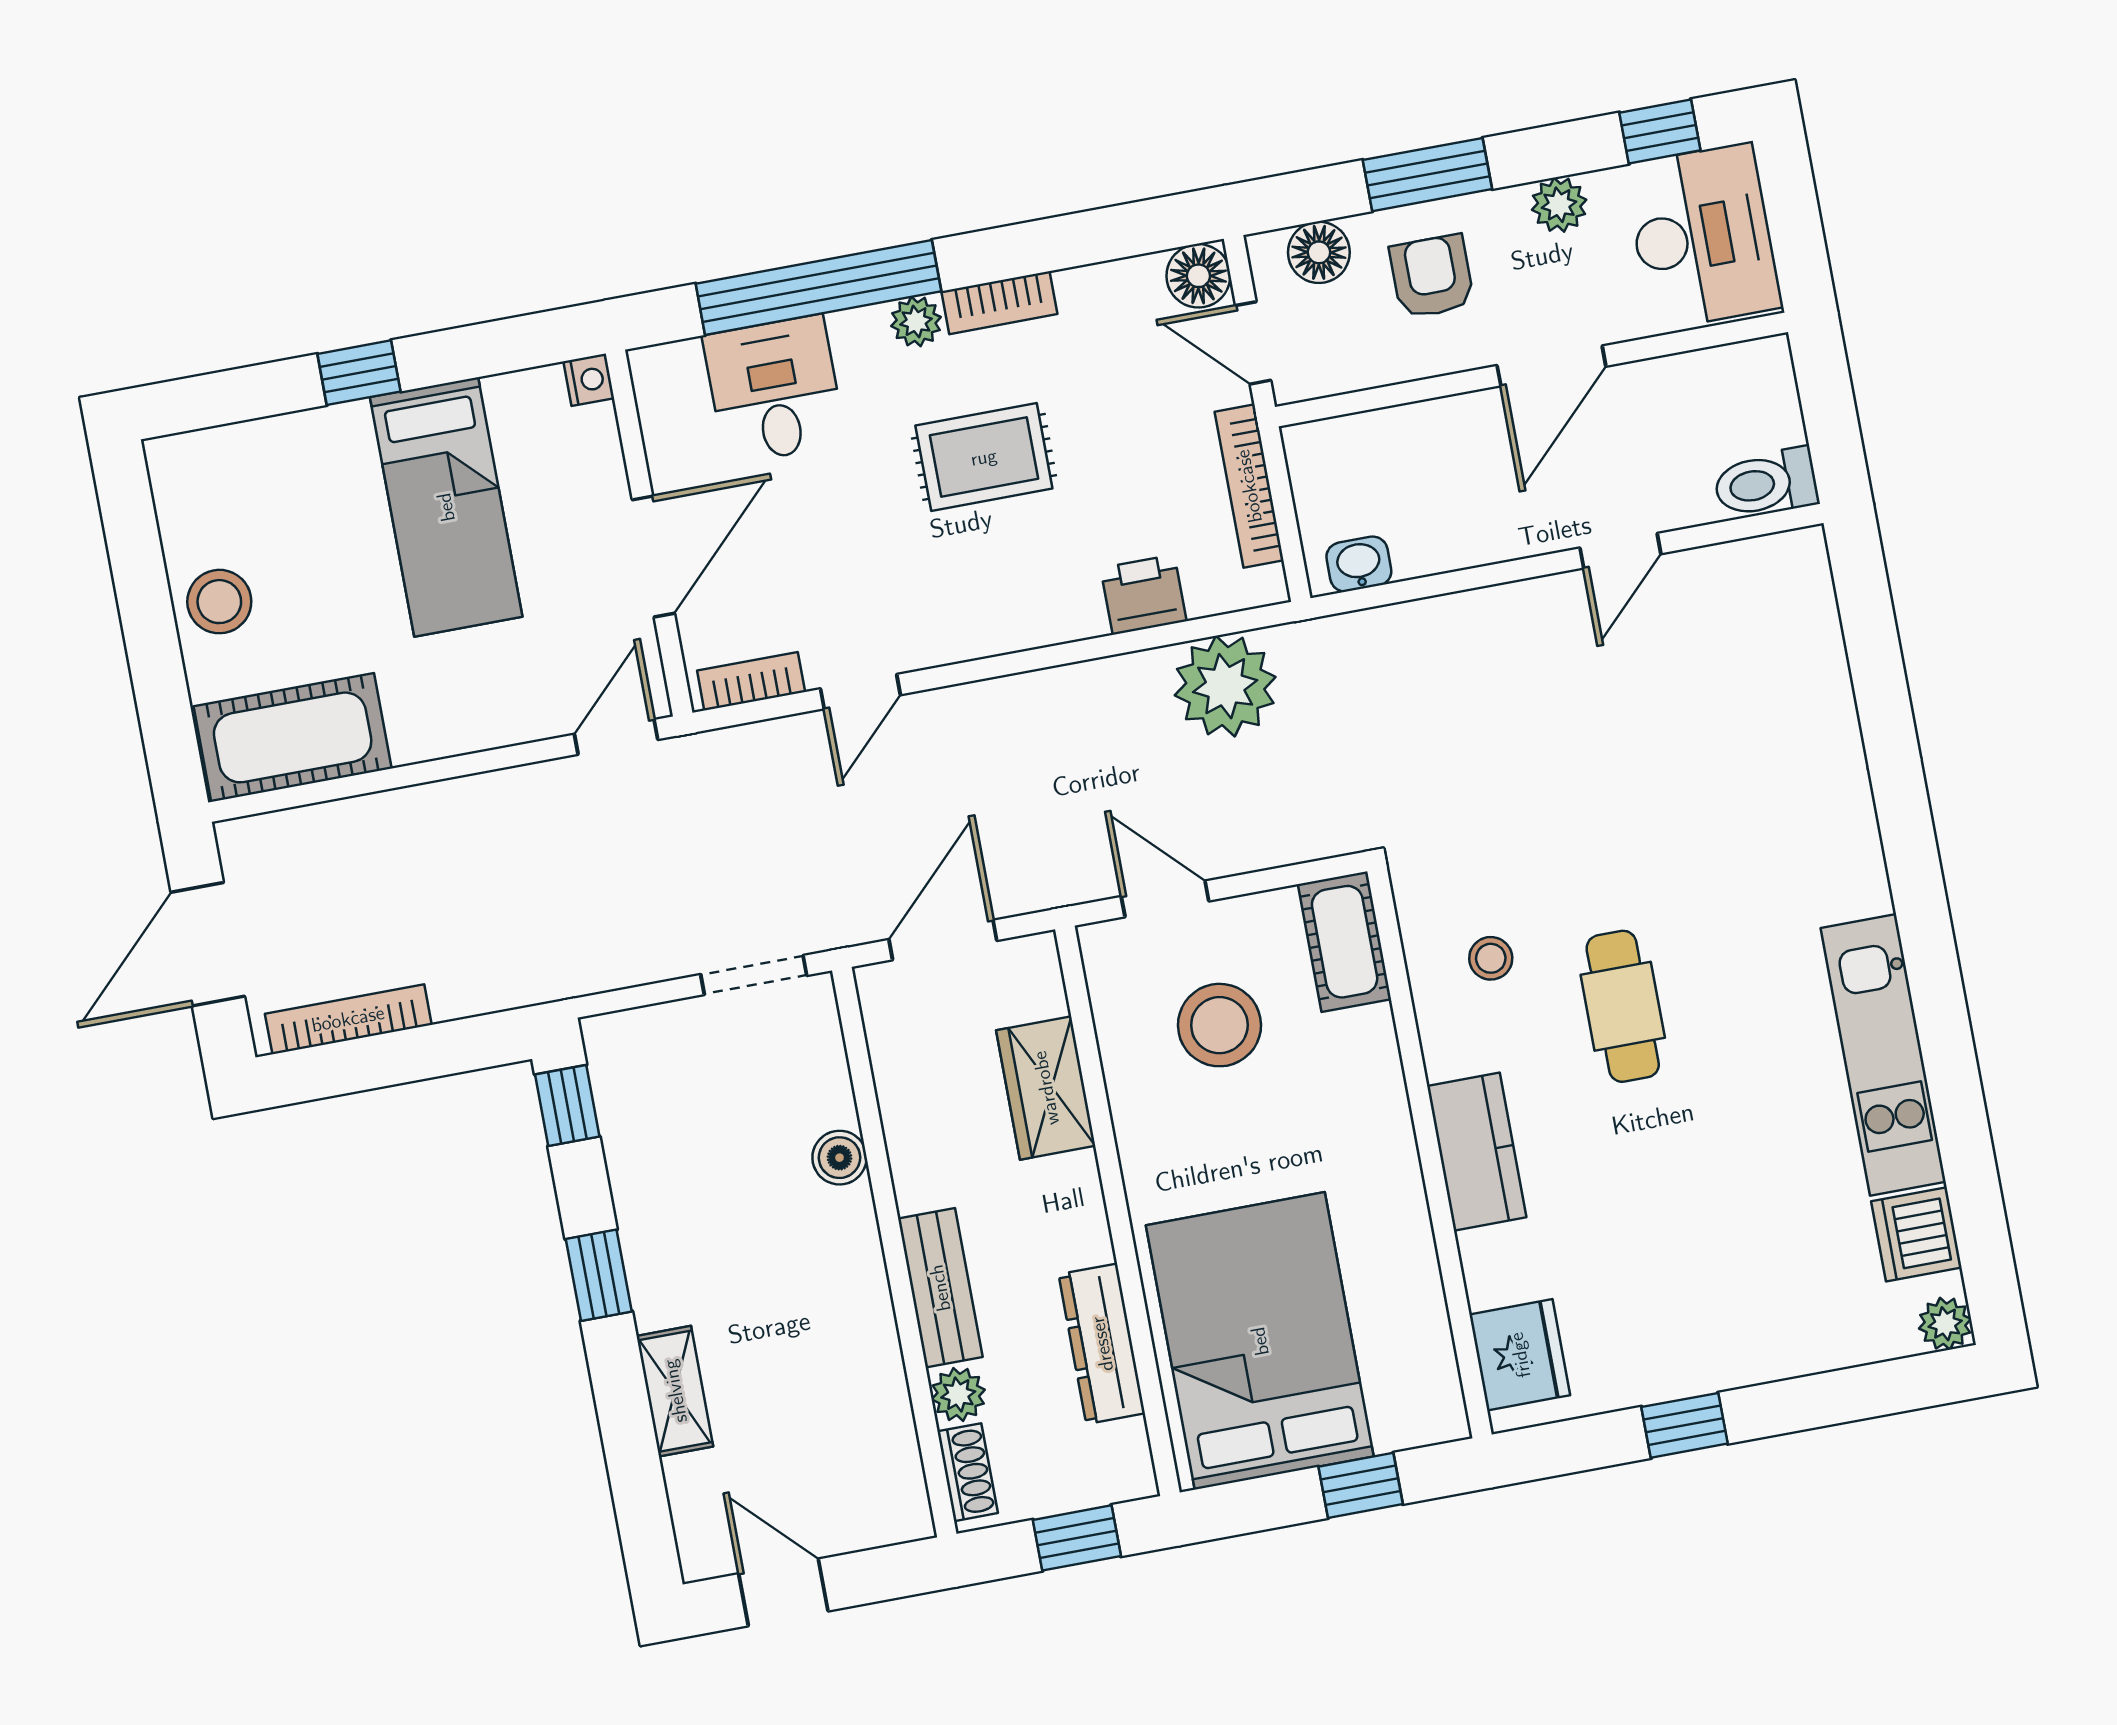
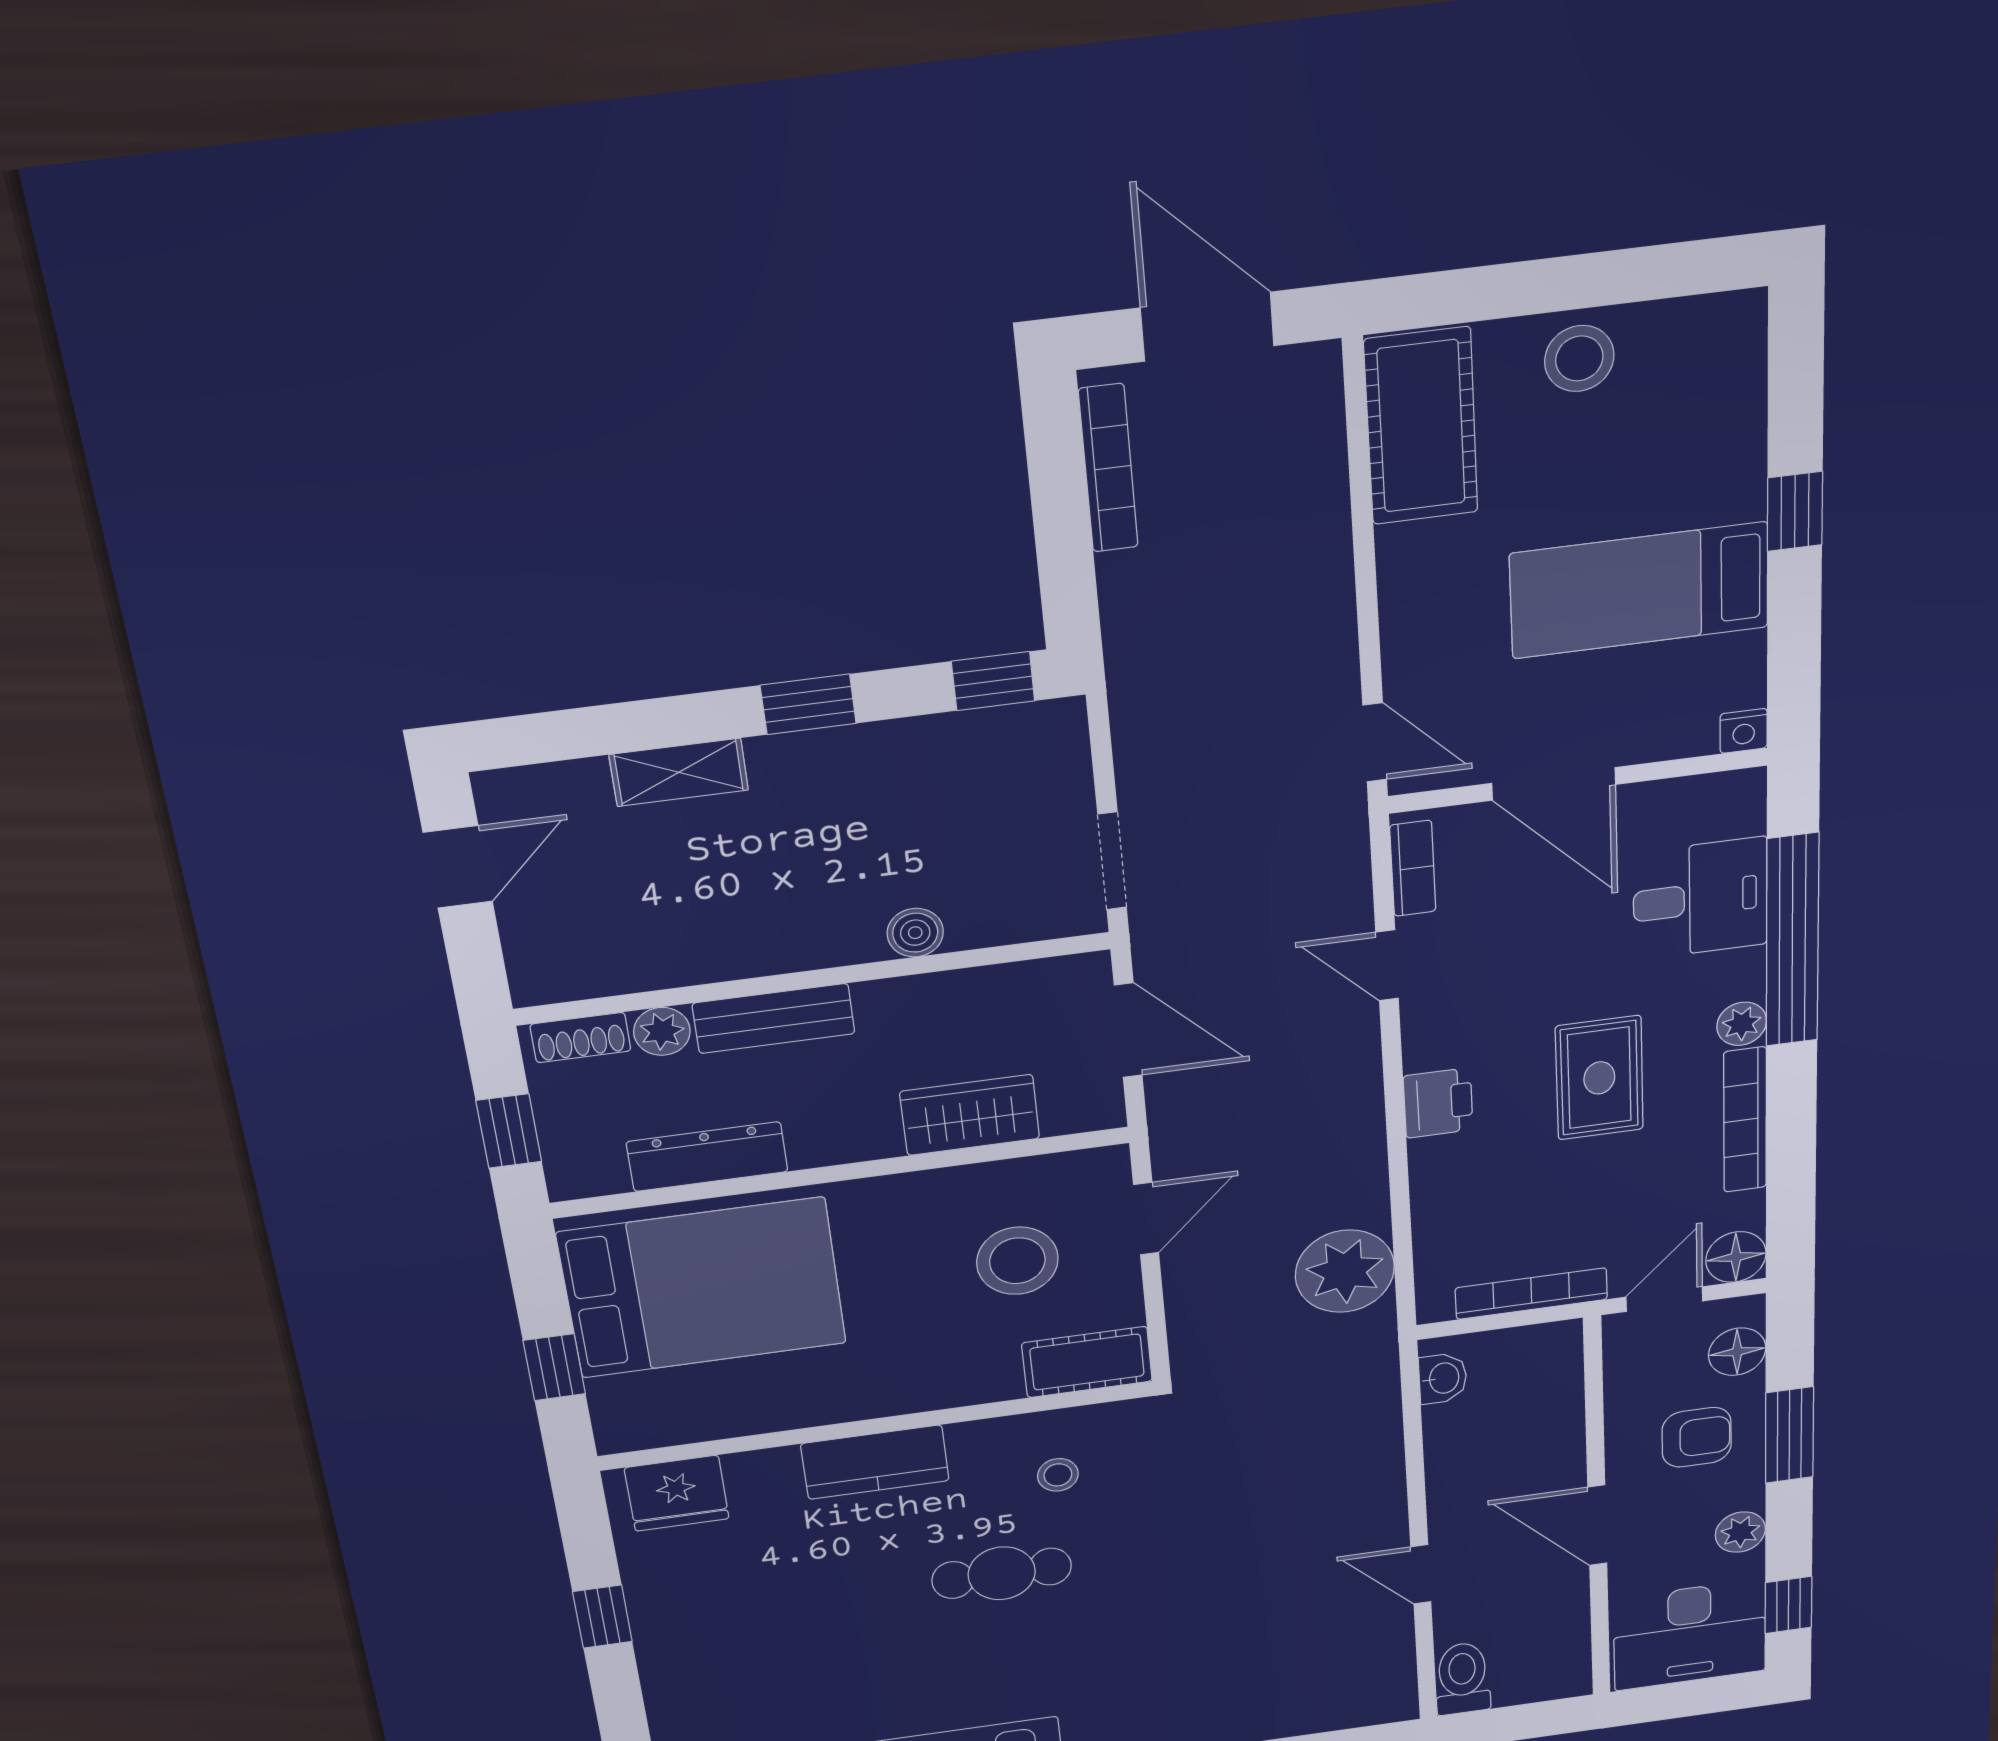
bookcase: (999, 303) -> (1745, 1120), width x1.56
printer: (1143, 595) -> (1438, 1103), moved

